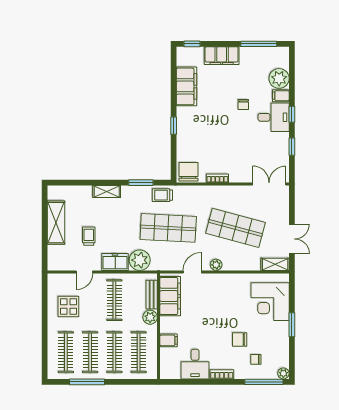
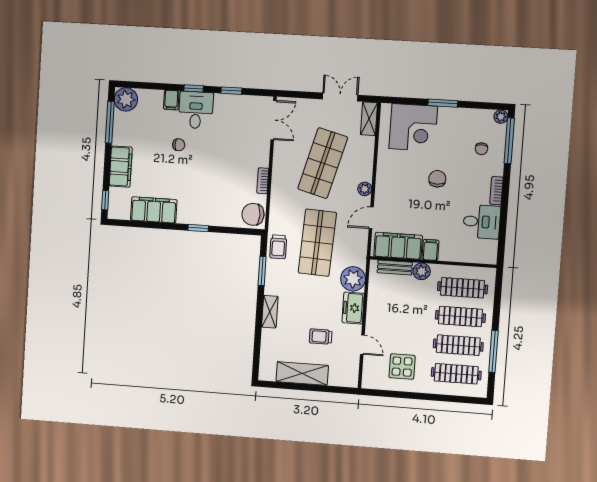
plant: (279, 78) -> (126, 99), moved
double door: (269, 184) -> (274, 120), swing flipped
door: (192, 272) -> (371, 218), hinge flipped
clothes rail: (114, 300) -> (398, 312), removed
filing cabinet: (169, 340) -> (431, 250), moved
chair: (240, 340) -> (437, 179), moved, turned 180

